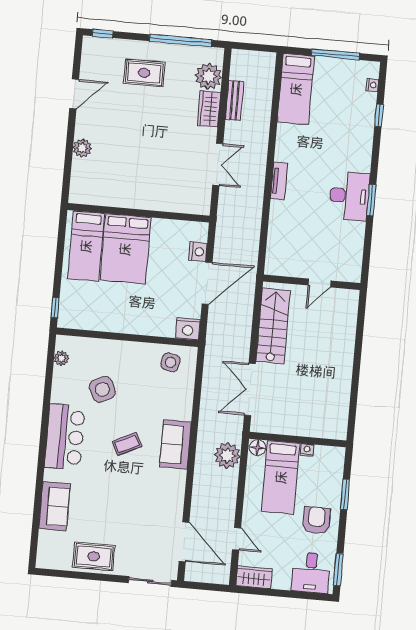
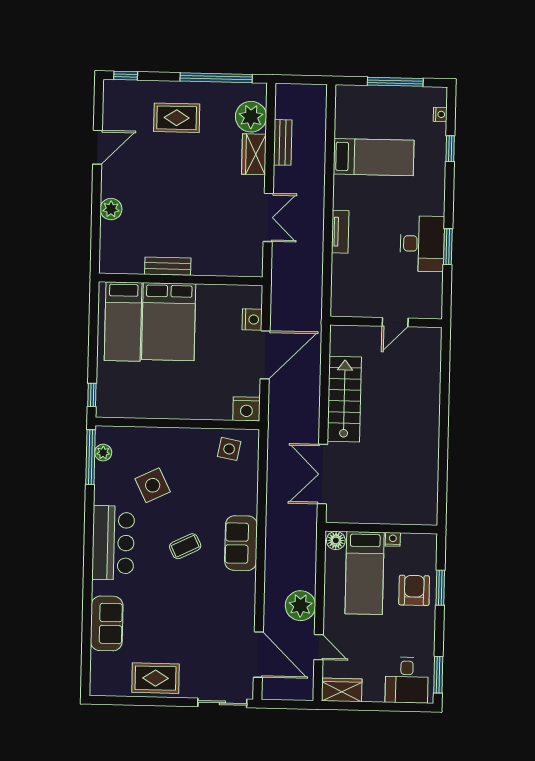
bed: (296, 89) -> (374, 157), moved, turned -90
bench: (128, 201) -> (168, 266), added
wall: (312, 282) -> (386, 322), moved
door: (320, 283) -> (395, 322), moved
window: (50, 361) -> (91, 457), added
plant: (227, 456) -> (300, 606), moved
armchair: (316, 520) -> (414, 590), moved

